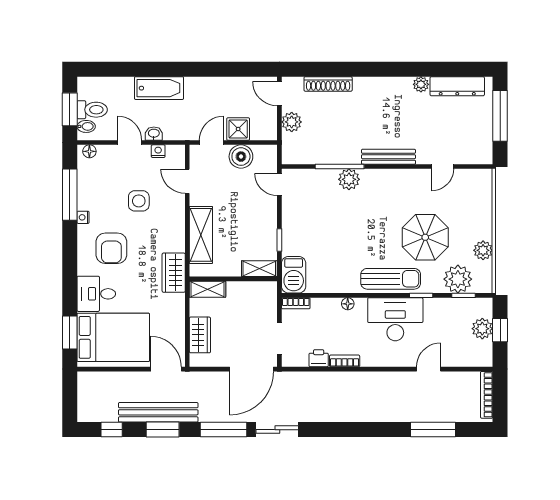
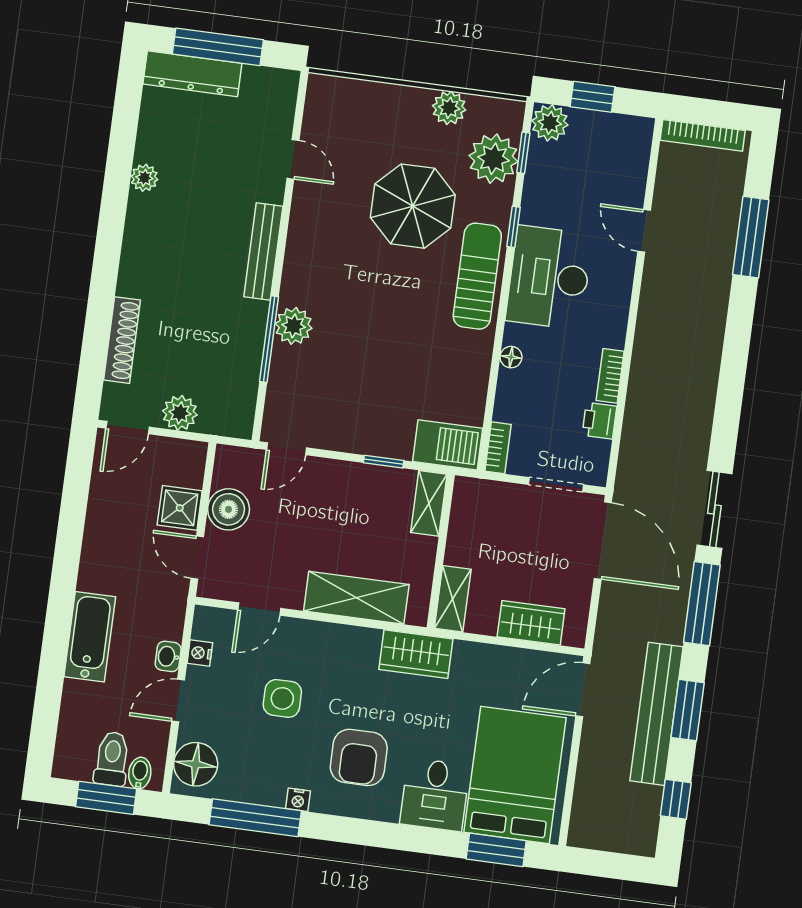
dresser: (457, 86) -> (192, 74), moved, turned 90
floor lamp: (89, 151) -> (196, 764), width x1.89, depth x1.89
armchair: (111, 248) -> (359, 757), turned 90
plant: (482, 329) -> (550, 123), moved

